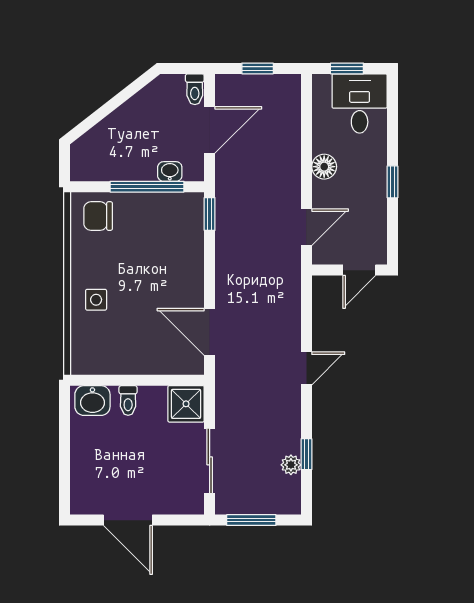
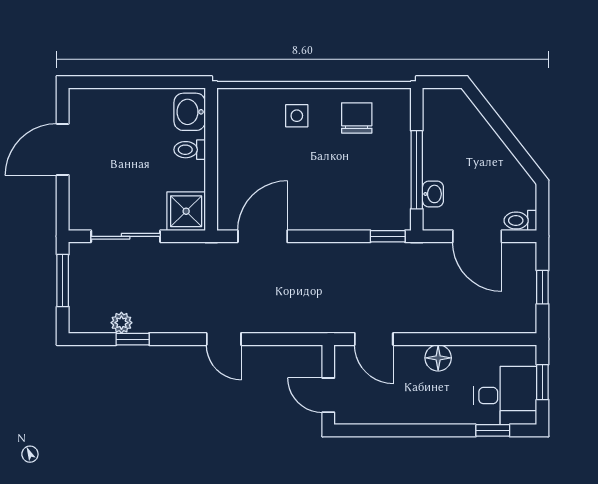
window: (392, 182) -> (493, 430), moved
chair: (98, 216) -> (357, 118), moved

